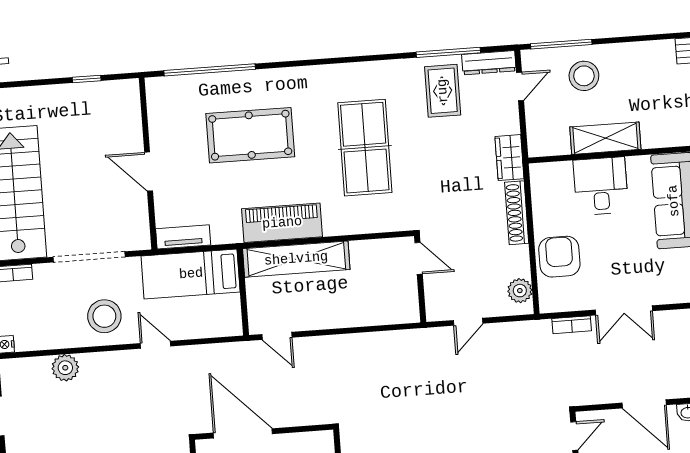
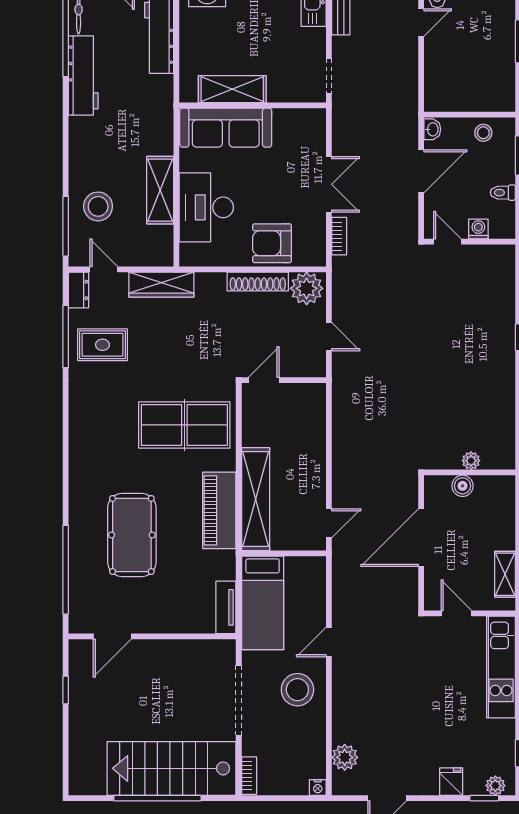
dresser: (489, 63) -> (78, 290), width x0.70
table tennis table: (365, 148) -> (184, 425), moved
wardrobe: (509, 158) -> (161, 285), width x1.50
door: (149, 172) -> (112, 636), moved
desk: (601, 186) -> (206, 207), width x1.37
shoe rack: (517, 213) -> (258, 282), moved
plant: (520, 291) -> (307, 288), width x1.36, depth x1.36
plant: (65, 368) -> (345, 757), moved
door: (243, 433) -> (421, 538), moved

